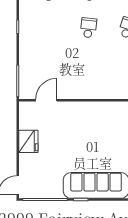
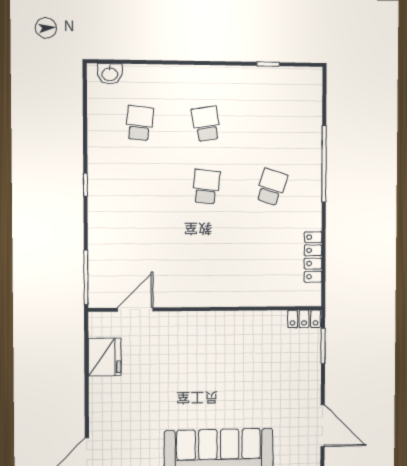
fridge: (28, 141) -> (105, 357), moved

